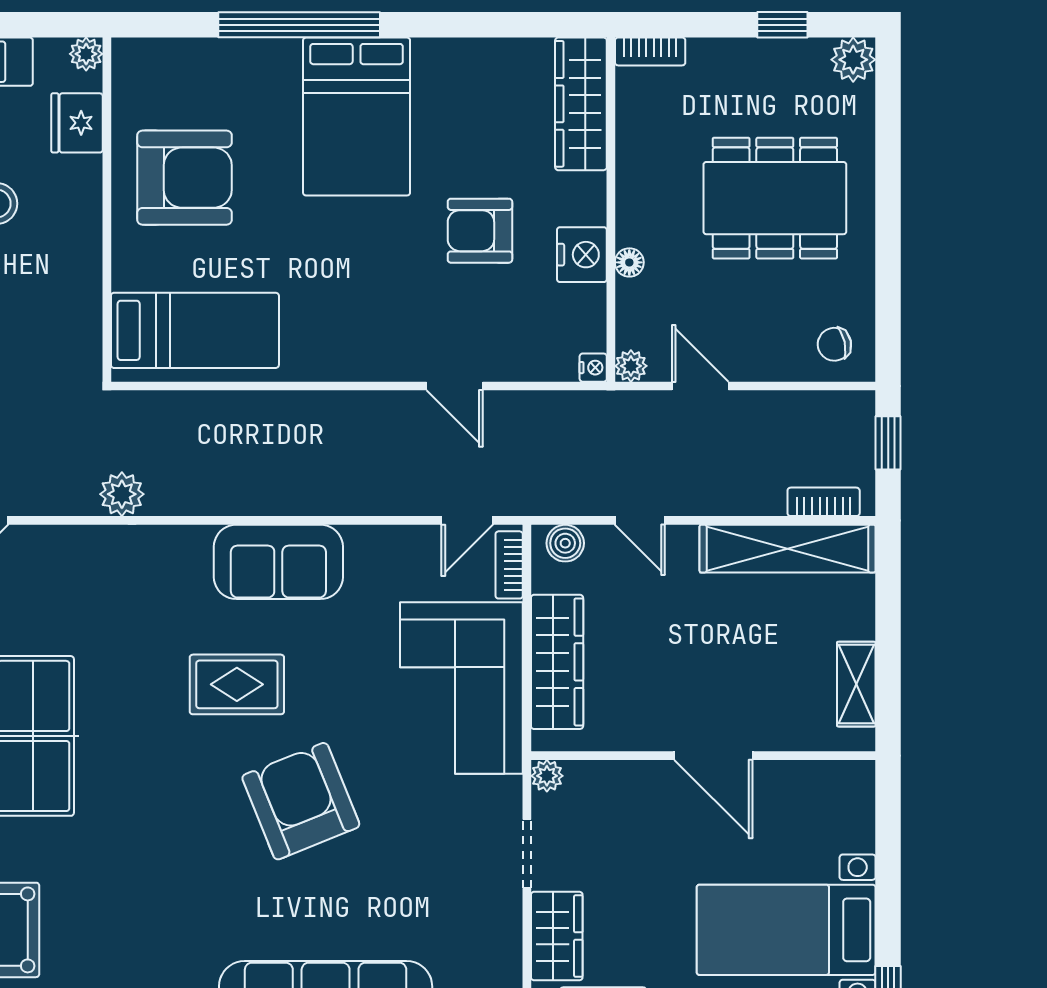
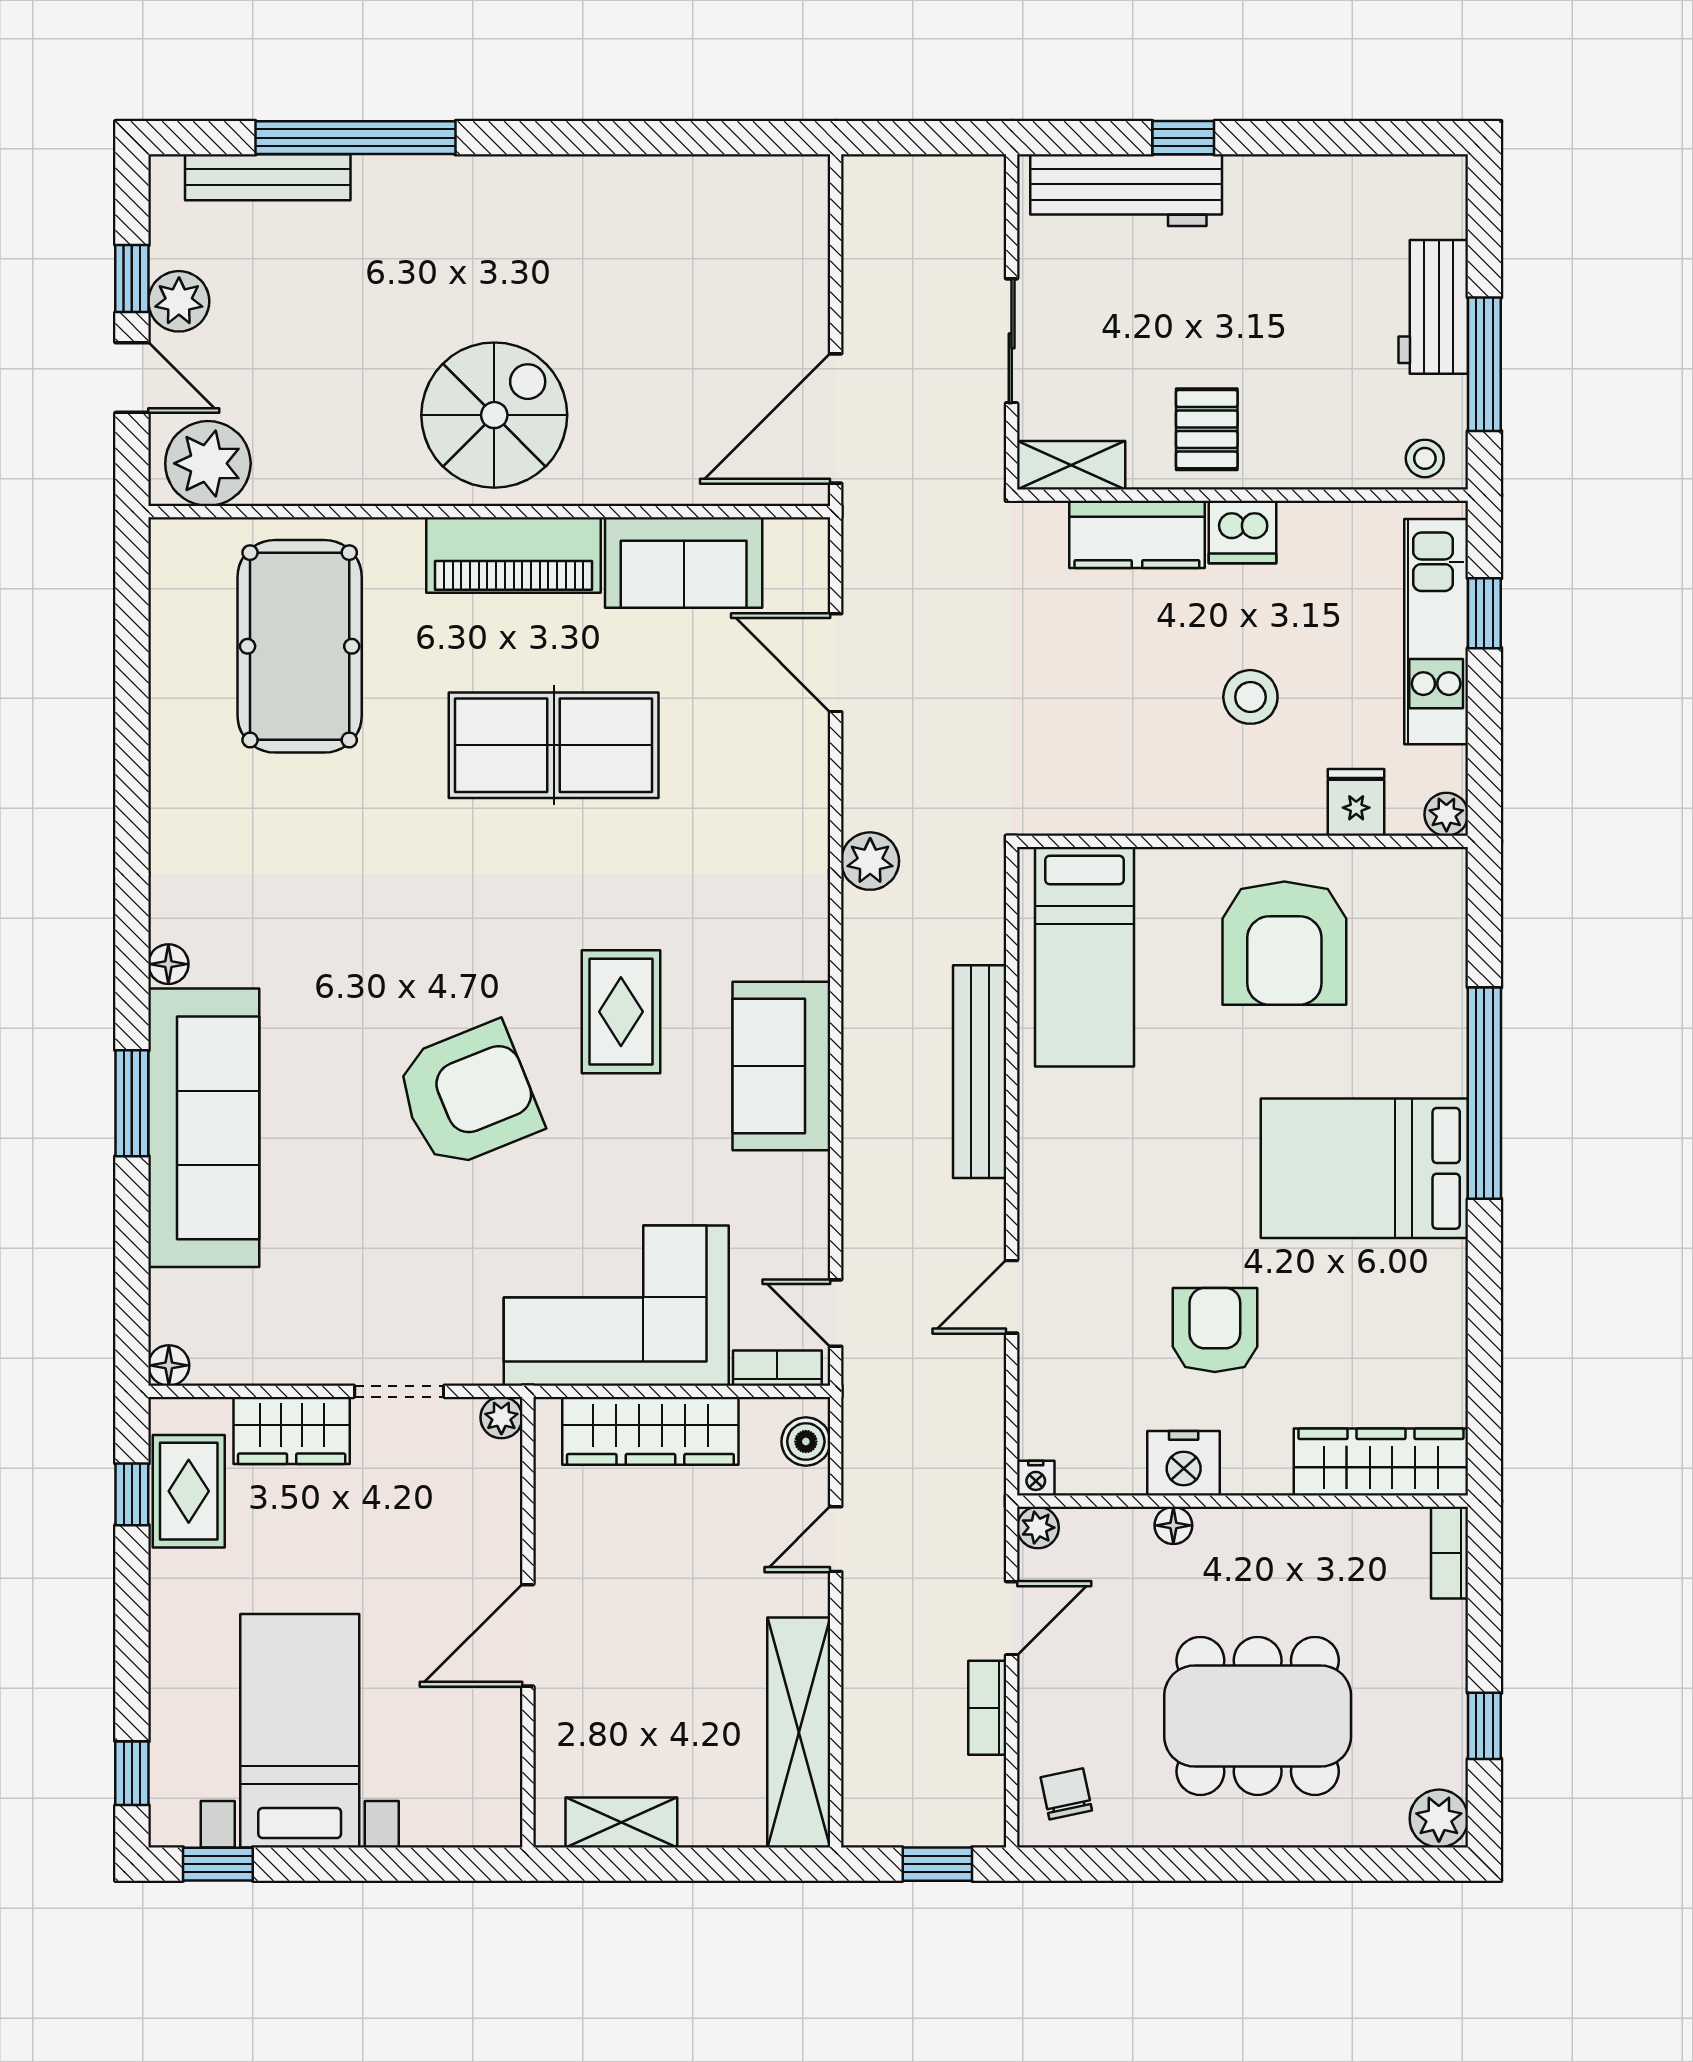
fridge: (77, 123) -> (1356, 802), width x0.72
dining table: (775, 198) -> (1258, 1716), turned 90
bench: (283, 410) -> (980, 1072), added
bookcase: (824, 502) -> (987, 1708), moved, turned 180

